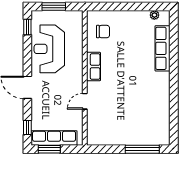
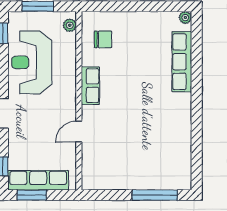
plant: (154, 15) -> (185, 18), moved
plant: (78, 21) -> (70, 25), added

